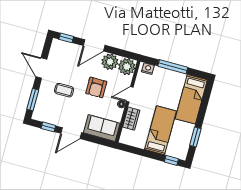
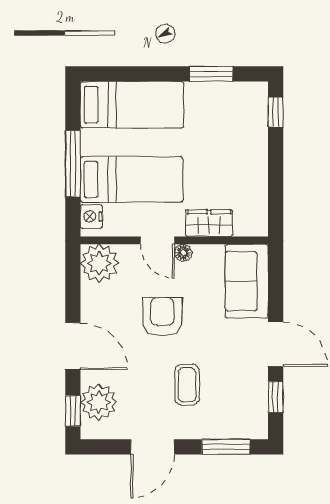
plant: (110, 62) -> (99, 402), moved
armchair: (96, 88) -> (162, 317), turned -90
bed: (160, 130) -> (131, 180), moved, turned 180

